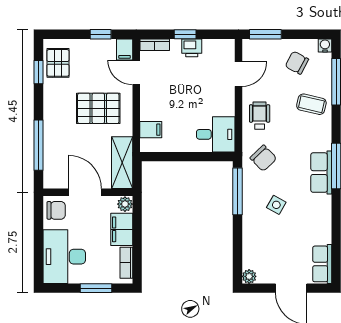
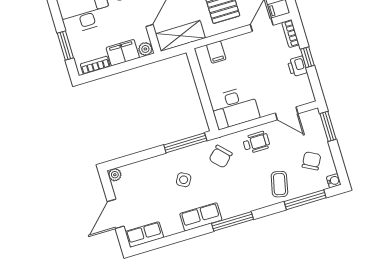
desk: (216, 134) -> (235, 108), width x1.37
row of seats: (321, 173) -> (201, 217), moved

